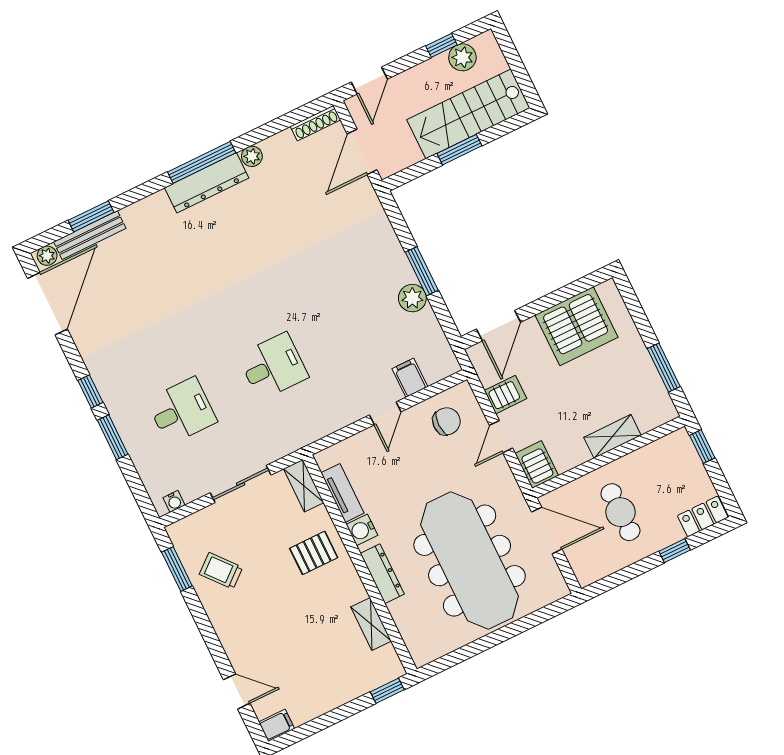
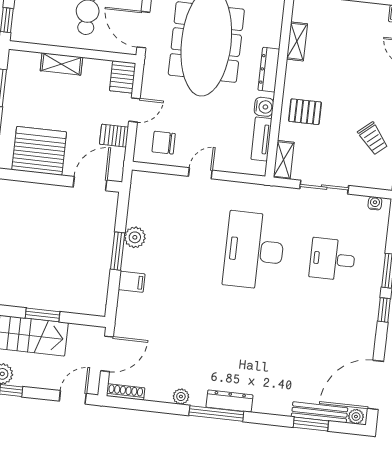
dresser: (207, 183) -> (229, 401), width x0.73, depth x0.80
desk: (273, 366) -> (254, 250), width x1.87, depth x1.30
filing cabinet: (410, 378) -> (132, 282), moved, turned -90

